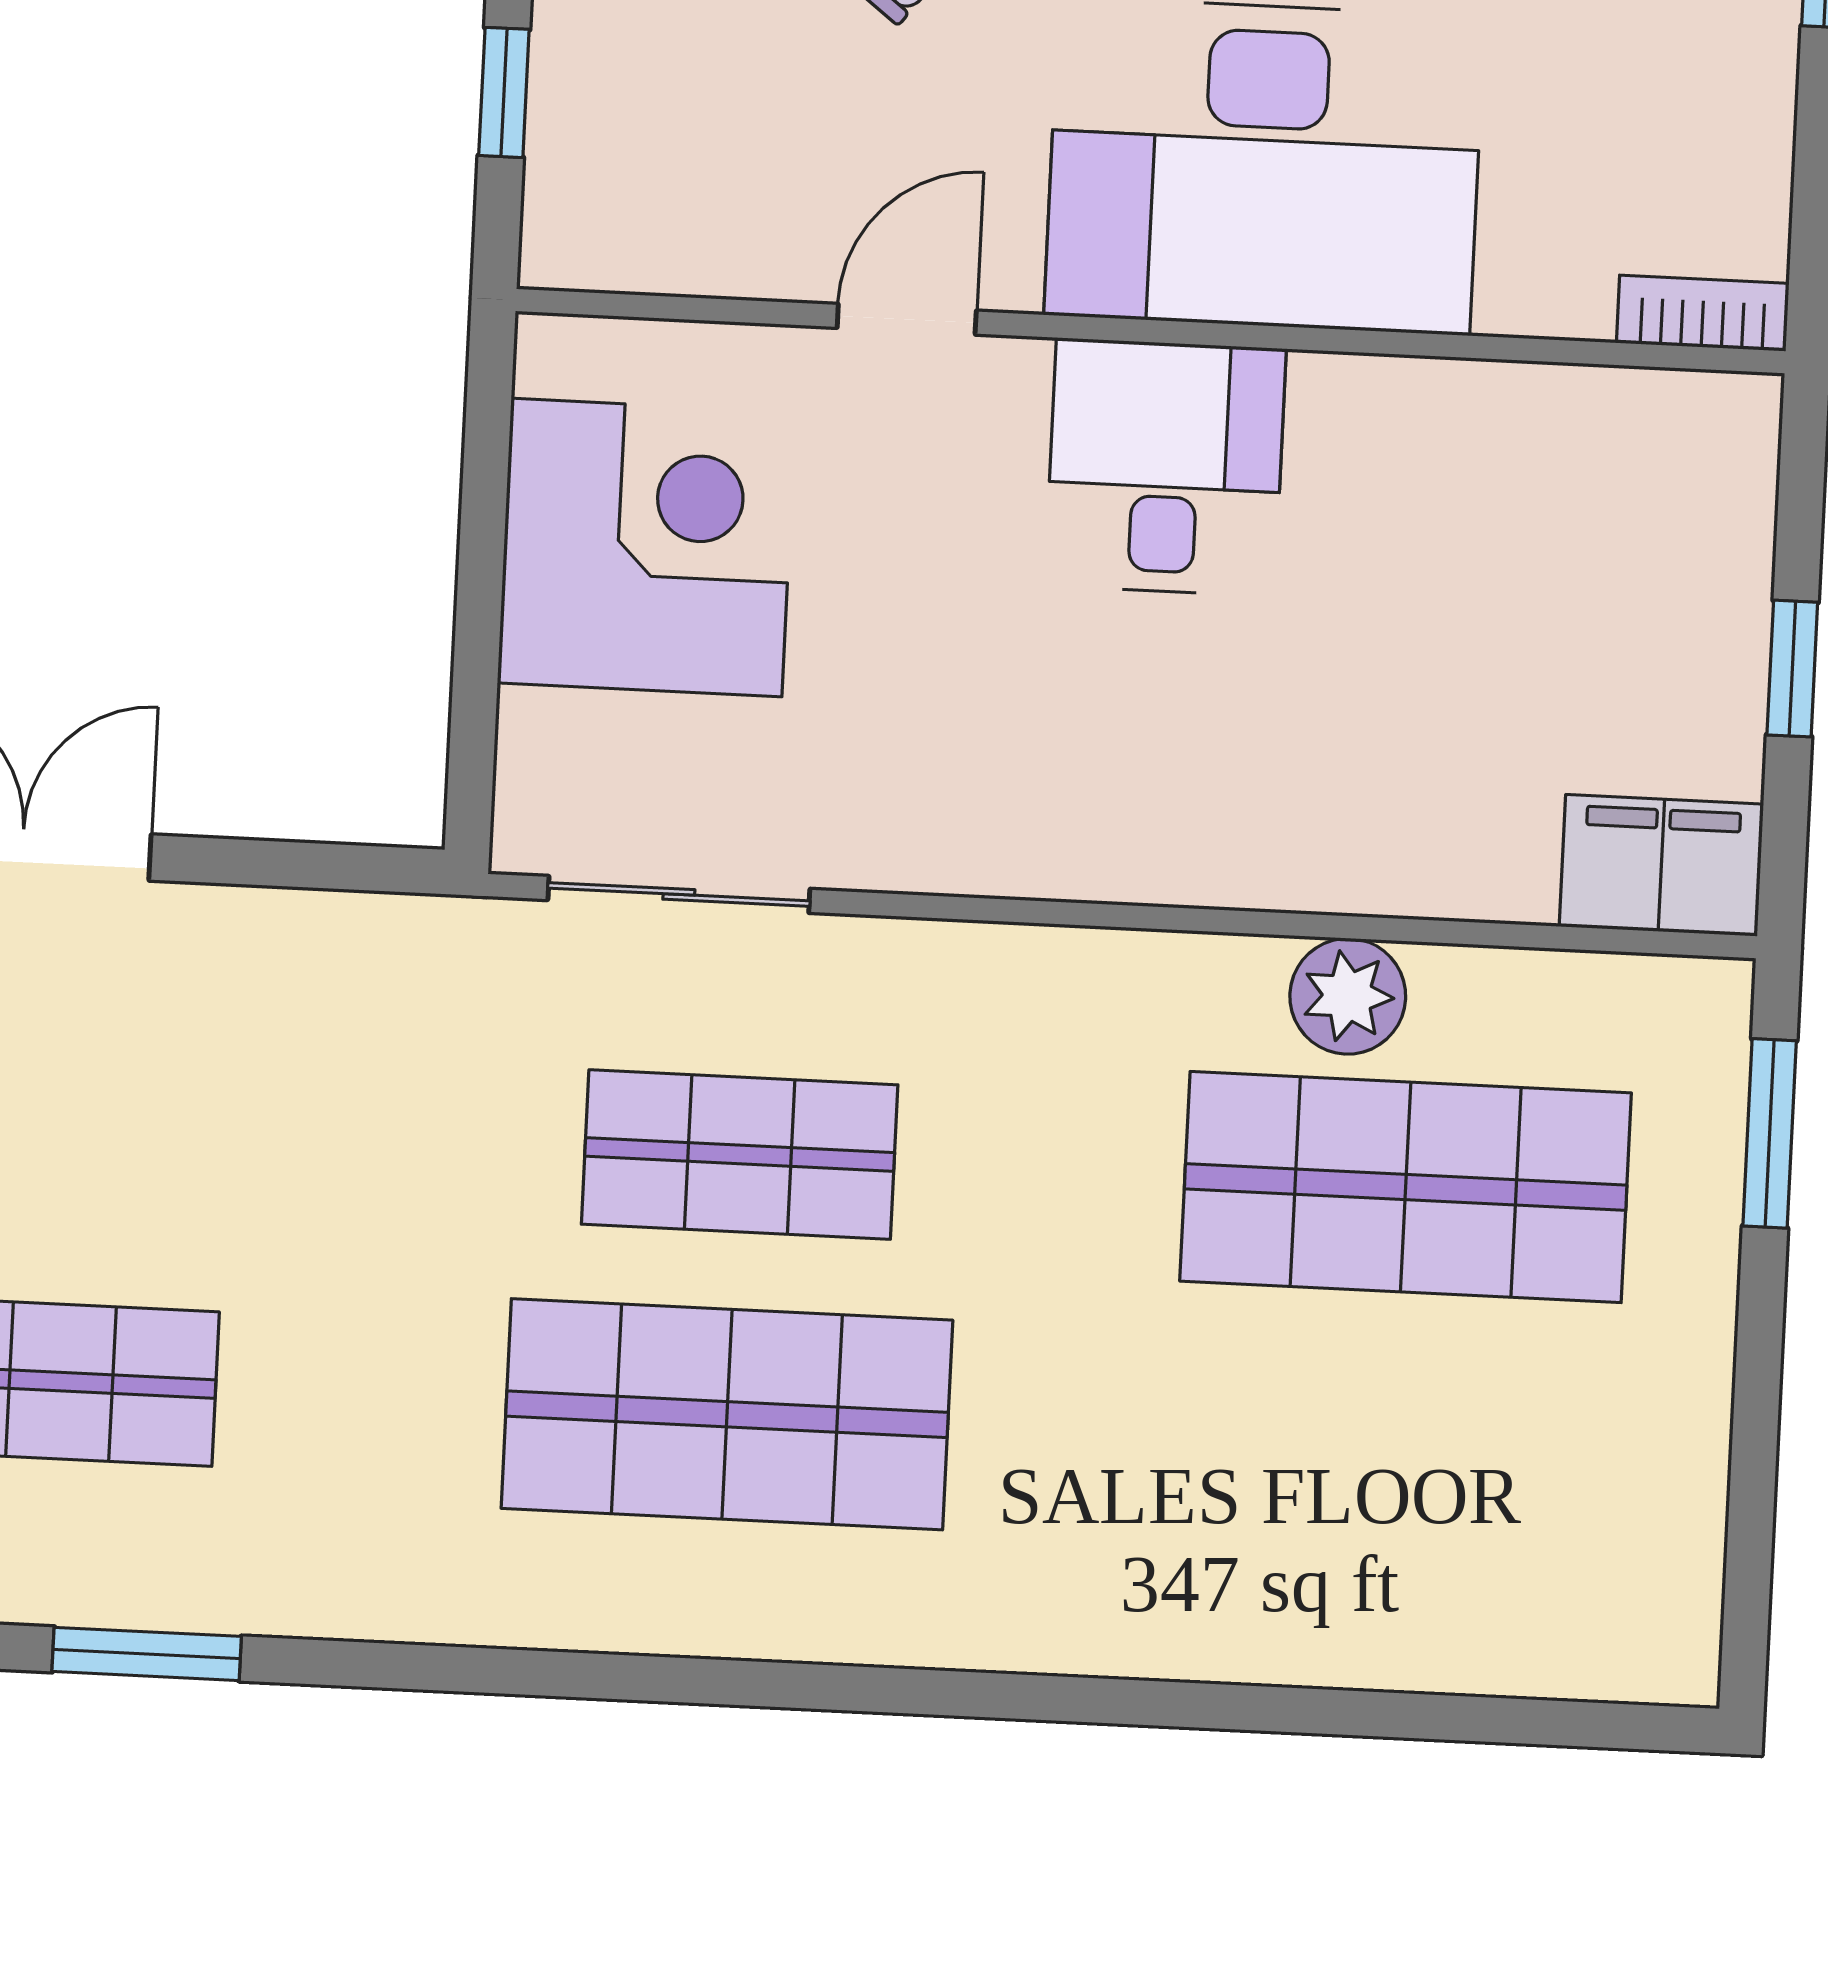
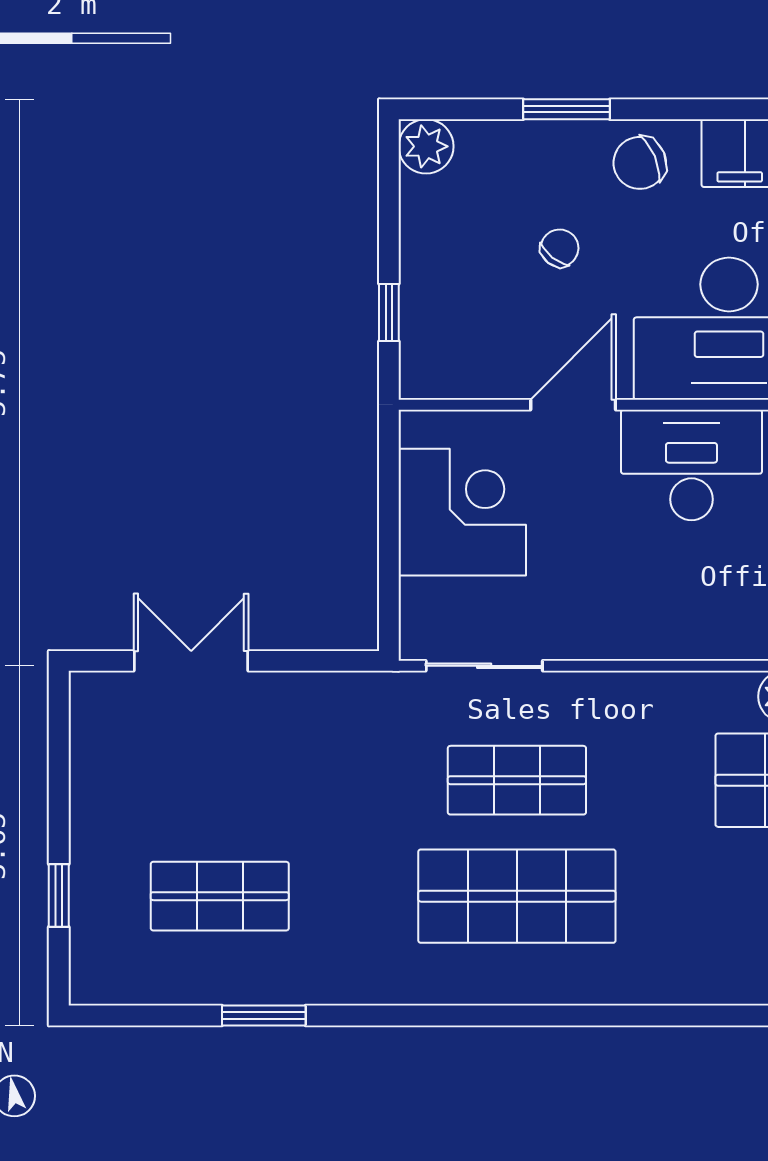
door: (907, 319) -> (573, 405), width x1.37
desk: (1165, 467) -> (691, 465), width x1.37

